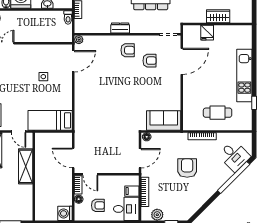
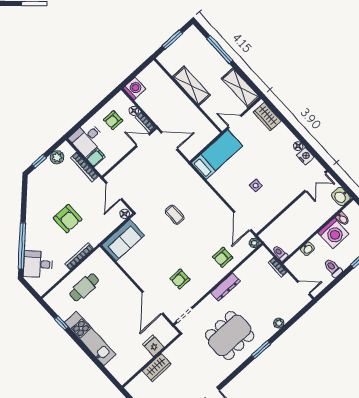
dresser: (120, 28) -> (226, 287), width x1.44
armchair: (128, 50) -> (223, 257), moved
coffee table: (114, 106) -> (175, 215), added
shelving: (26, 166) -> (191, 86), moved

